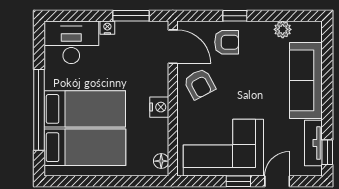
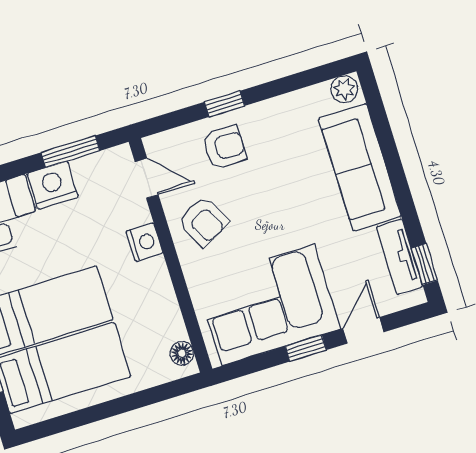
nightstand: (107, 28) -> (53, 185), width x1.89, depth x1.79
plant: (283, 29) -> (344, 89), moved
door: (173, 47) -> (147, 178), width x0.73
nightstand: (159, 107) -> (144, 242), moved

